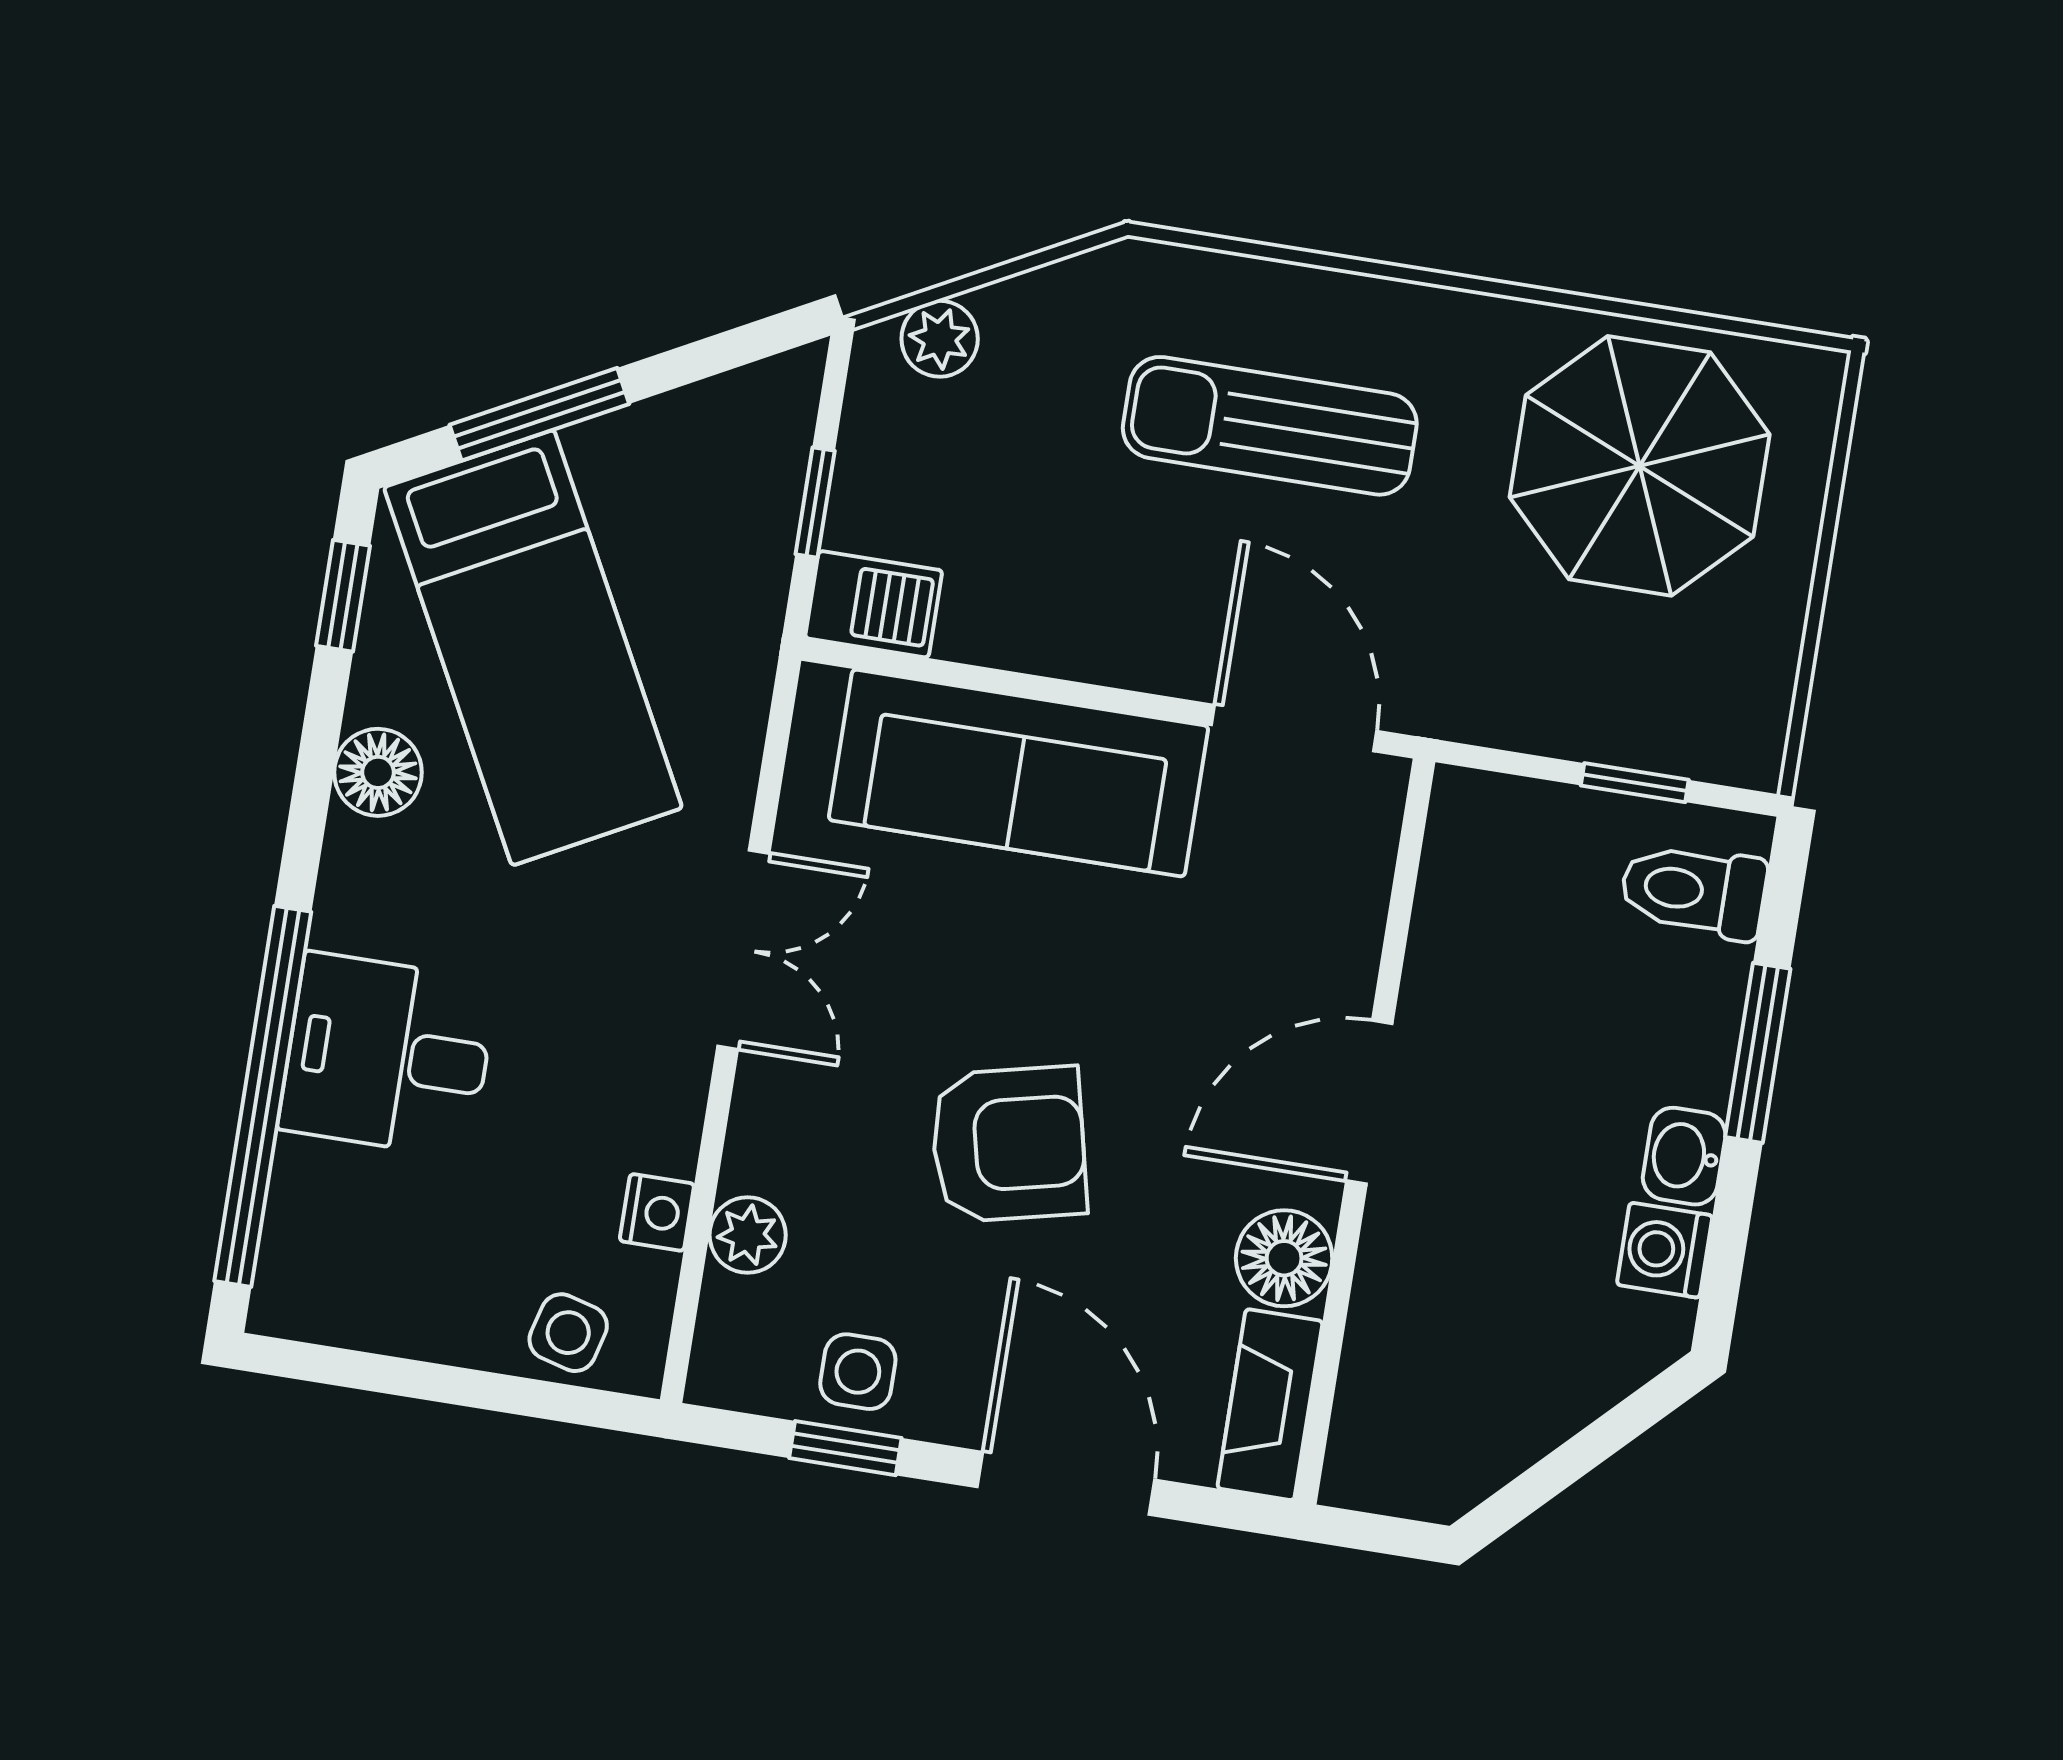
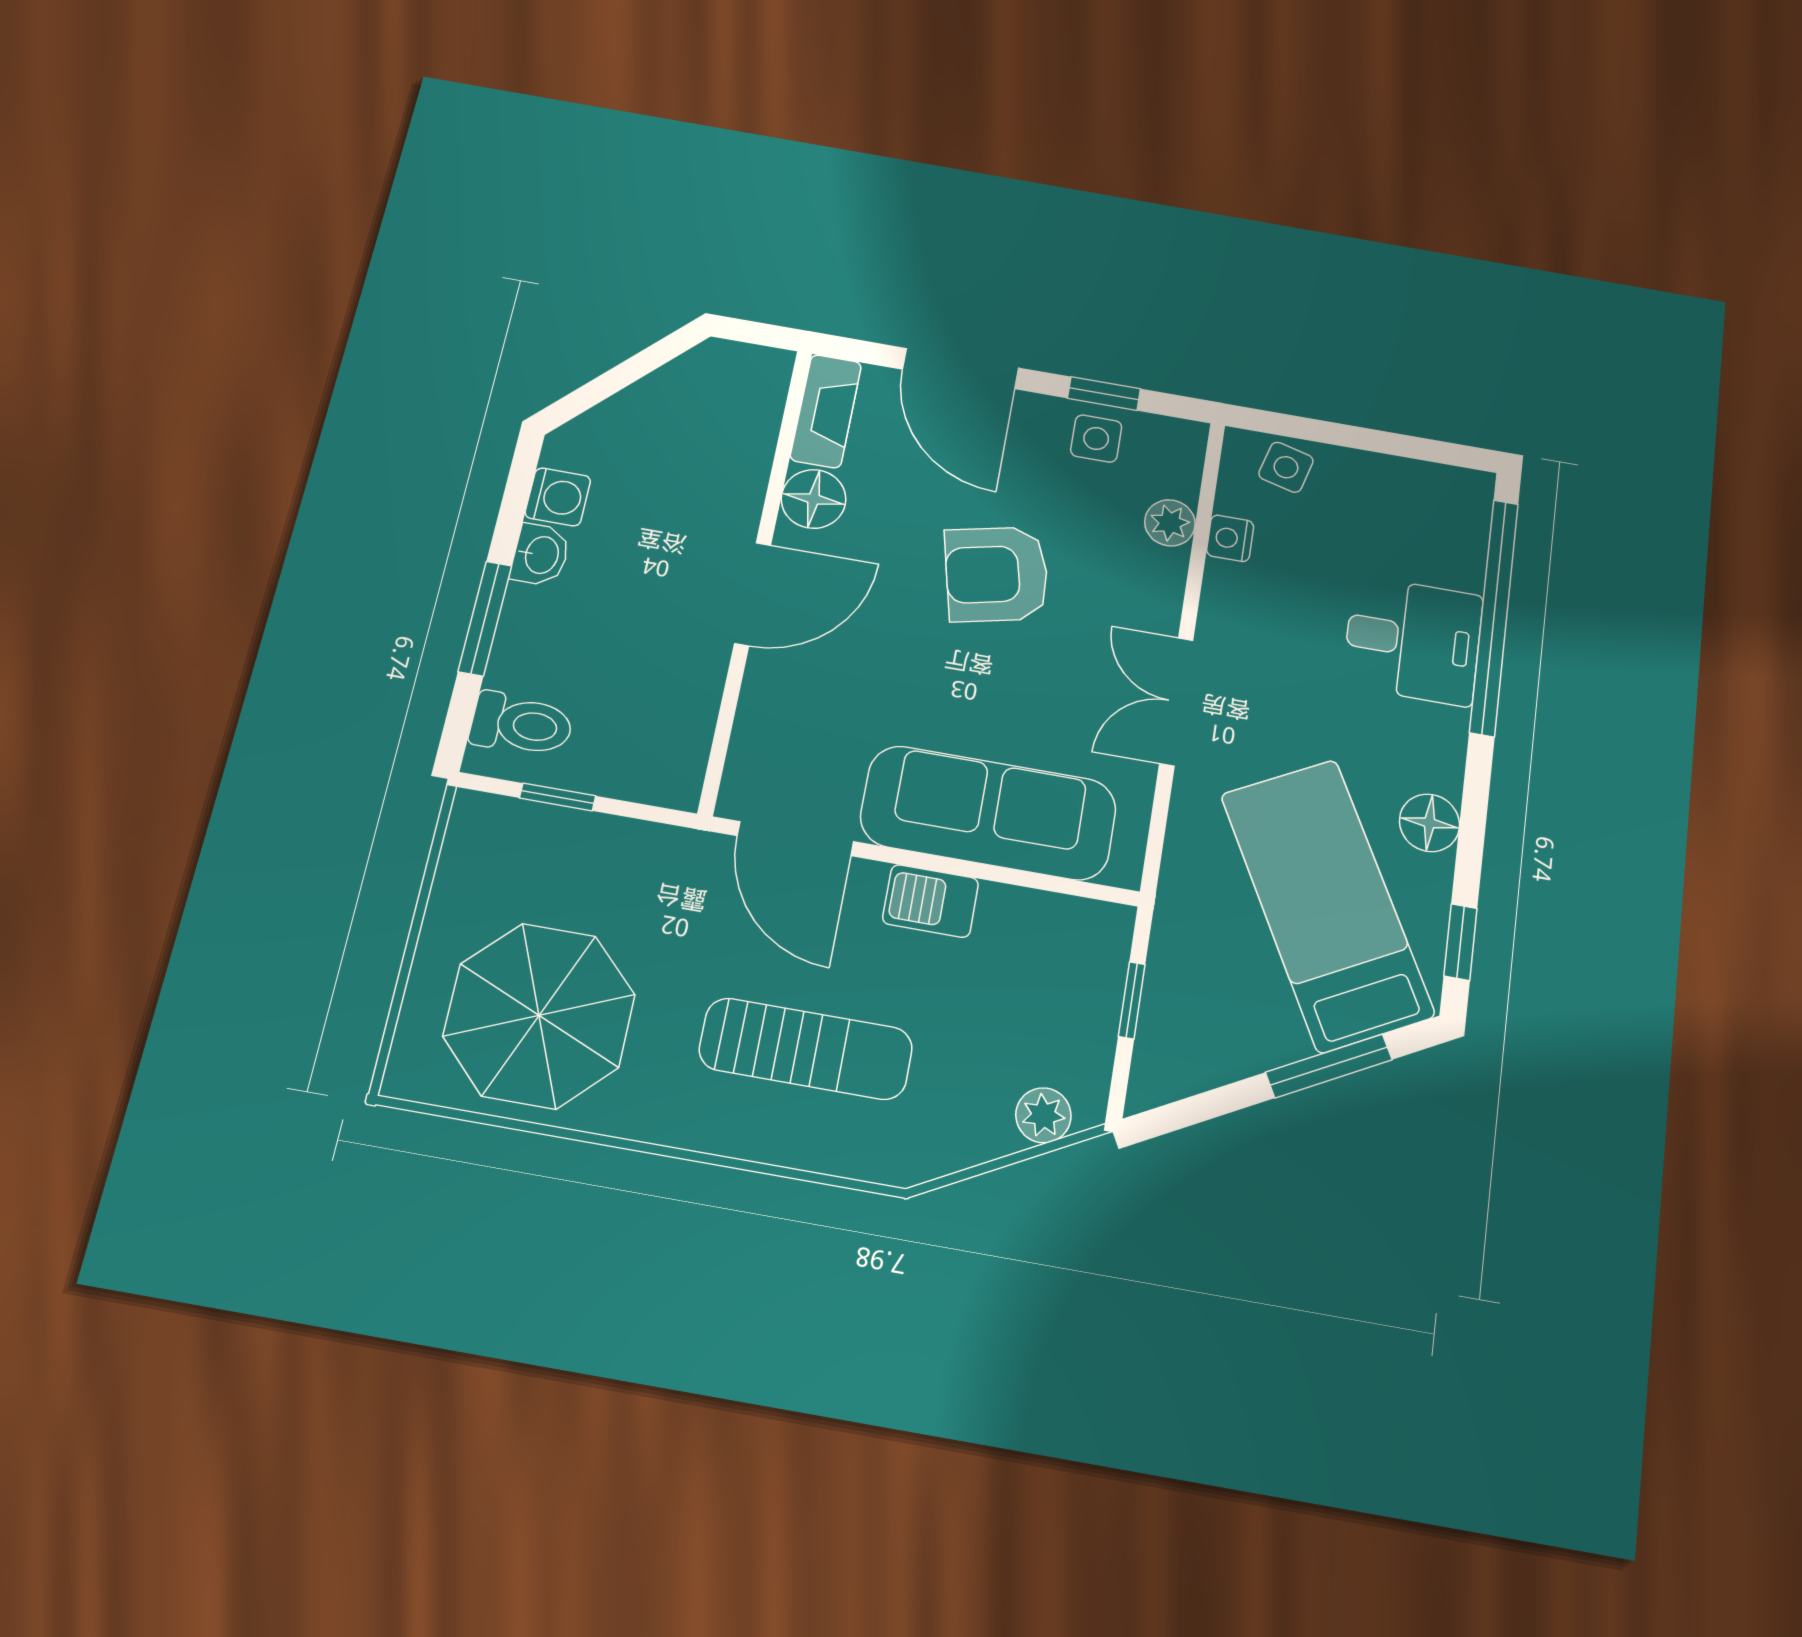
barbecue: (874, 604) -> (931, 901), moved

